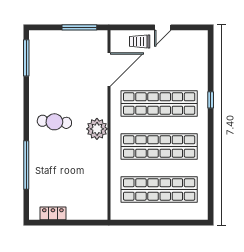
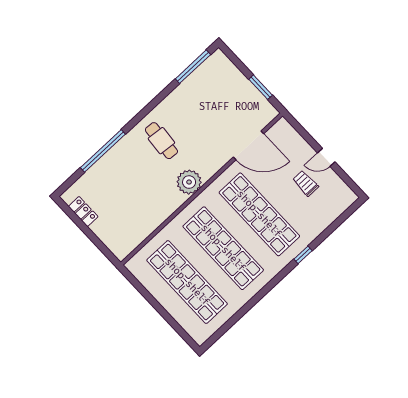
window: (79, 27) -> (261, 87), width x0.69
trolley: (140, 41) -> (306, 183), moved

